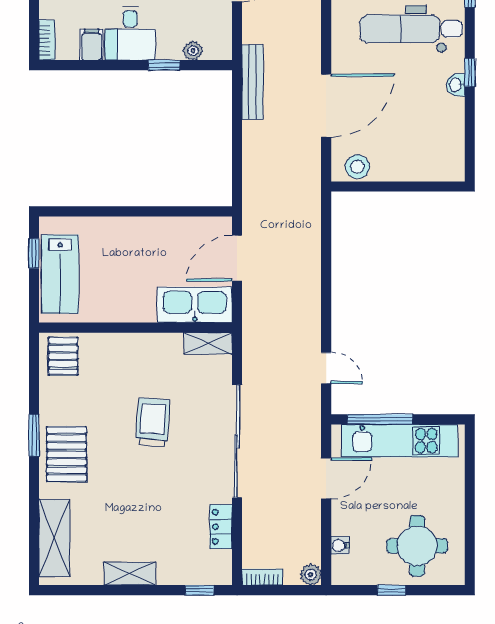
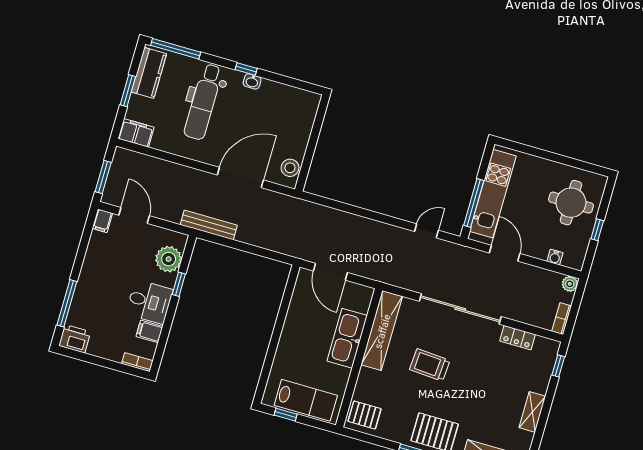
plant: (193, 51) -> (169, 259), width x1.88, depth x1.88
door: (326, 106) -> (240, 178), hinge flipped
kitchen sink: (195, 305) -> (347, 338), moved
shelving: (208, 343) -> (382, 331), width x2.20, depth x1.33

